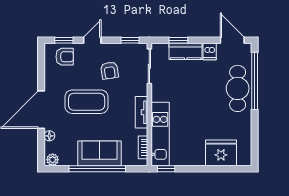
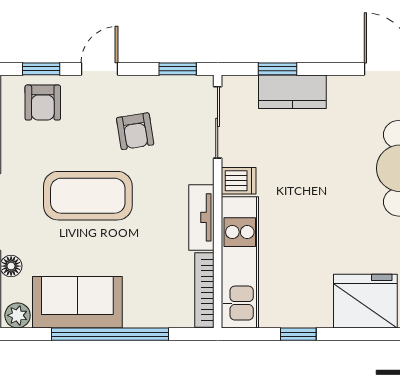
dishwasher: (210, 52) -> (239, 181), moved, turned -90
armchair: (65, 57) -> (43, 103), turned 90
bookcase: (143, 147) -> (204, 290), width x1.56
sofa: (99, 153) -> (77, 302), moved
window: (166, 169) -> (298, 334), moved

